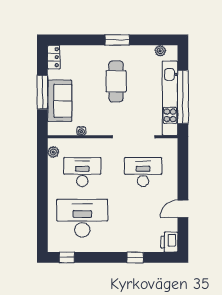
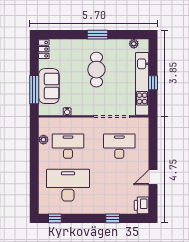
window: (42, 92) -> (34, 90), moved
window: (183, 97) -> (153, 83), width x0.32
plant: (53, 152) -> (43, 140), moved

